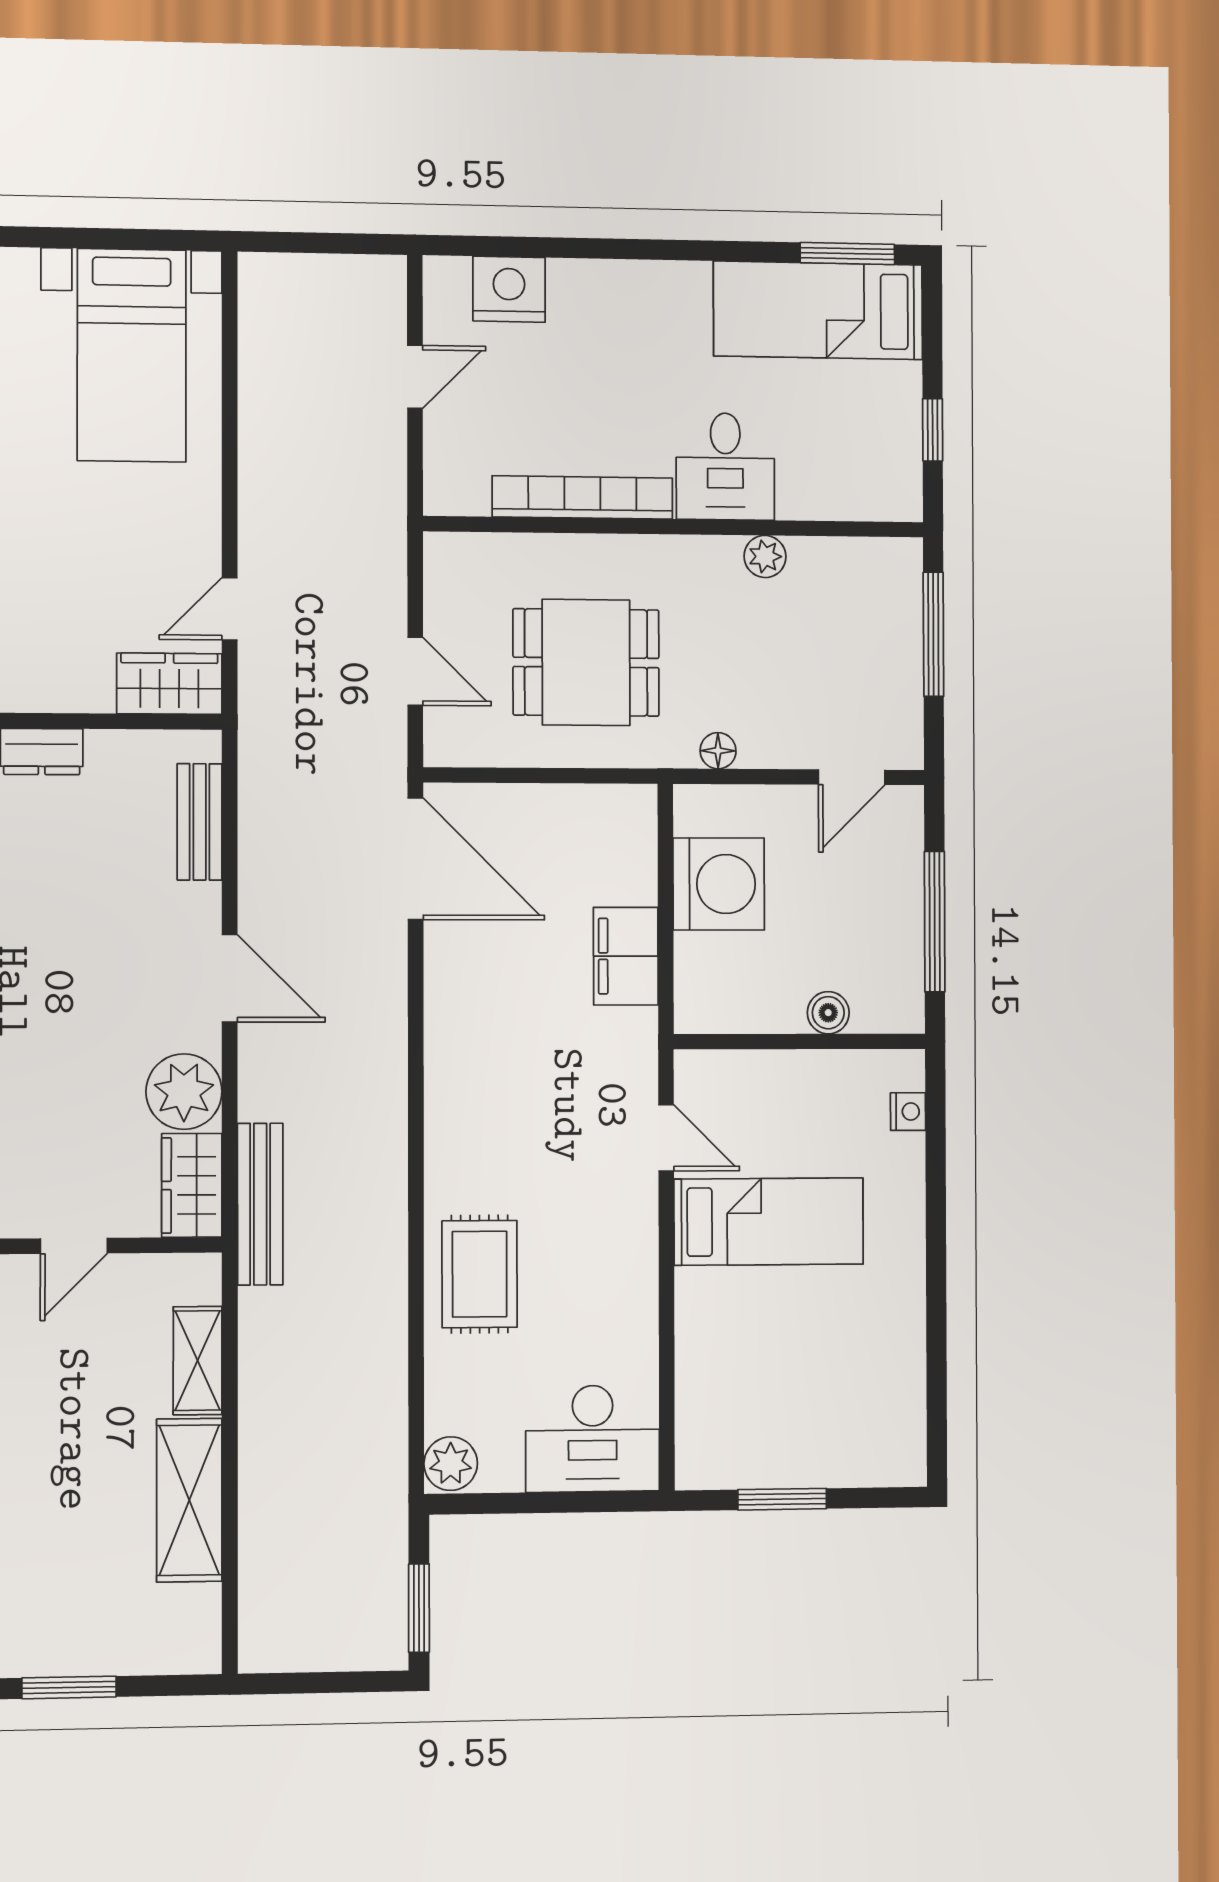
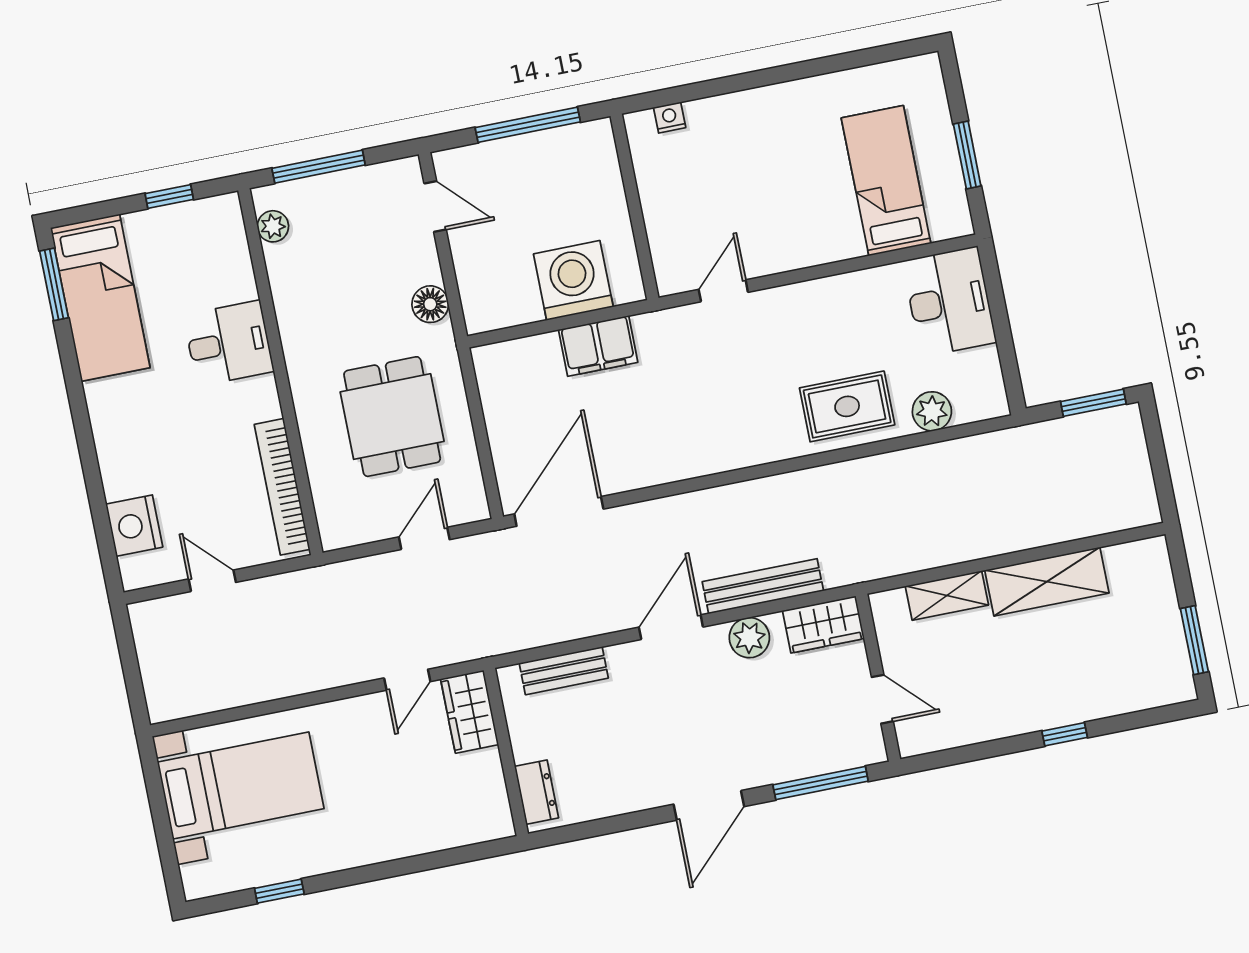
bookcase: (582, 497) -> (282, 487), moved
plant: (765, 556) -> (273, 226), moved
door: (230, 609) -> (407, 680), hinge flipped
floor lamp: (718, 751) -> (430, 304), width x1.37, depth x1.37
washing machine: (719, 884) -> (573, 280), moved
boiler: (828, 1013) -> (610, 190), removed
plant: (184, 1092) -> (749, 638), width x0.73, depth x0.73
bench: (260, 1204) -> (763, 586), moved
bed: (769, 1222) -> (886, 181), moved
plant: (451, 1464) -> (932, 411), moved

